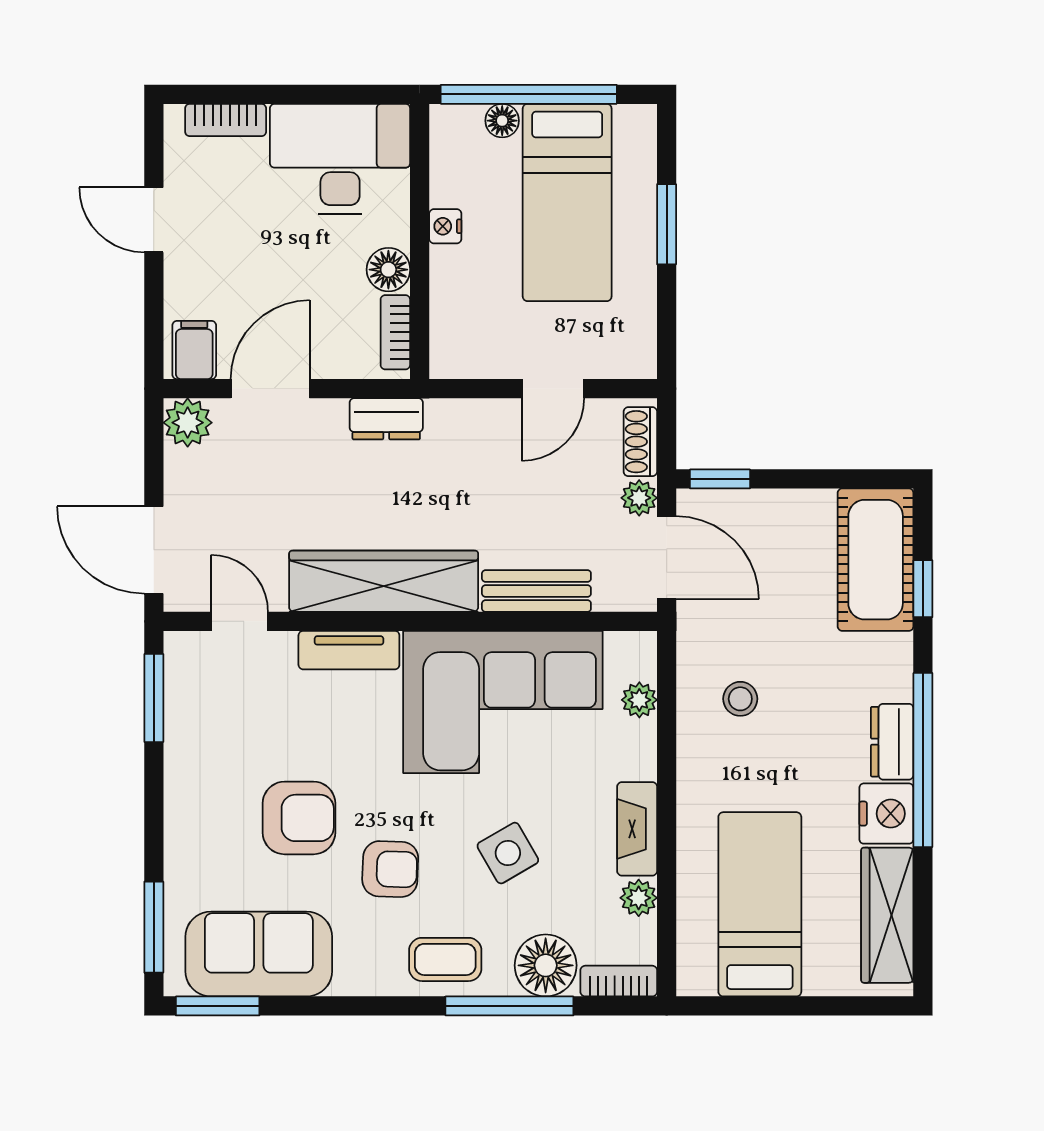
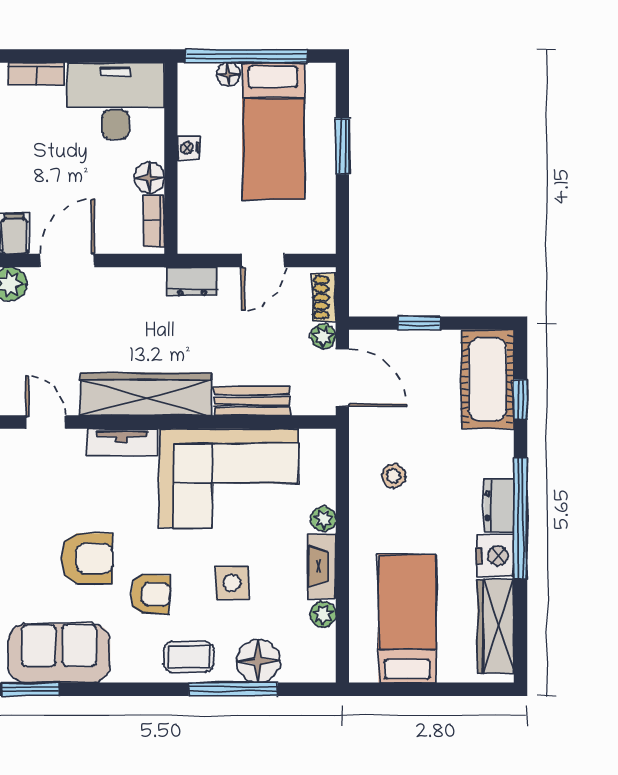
dresser: (386, 419) -> (192, 281), moved
window: (720, 479) -> (419, 323), moved
plant: (639, 700) -> (323, 519), moved
side table: (508, 853) -> (232, 583), turned 30
bookcase: (619, 981) -> (309, 672), removed

